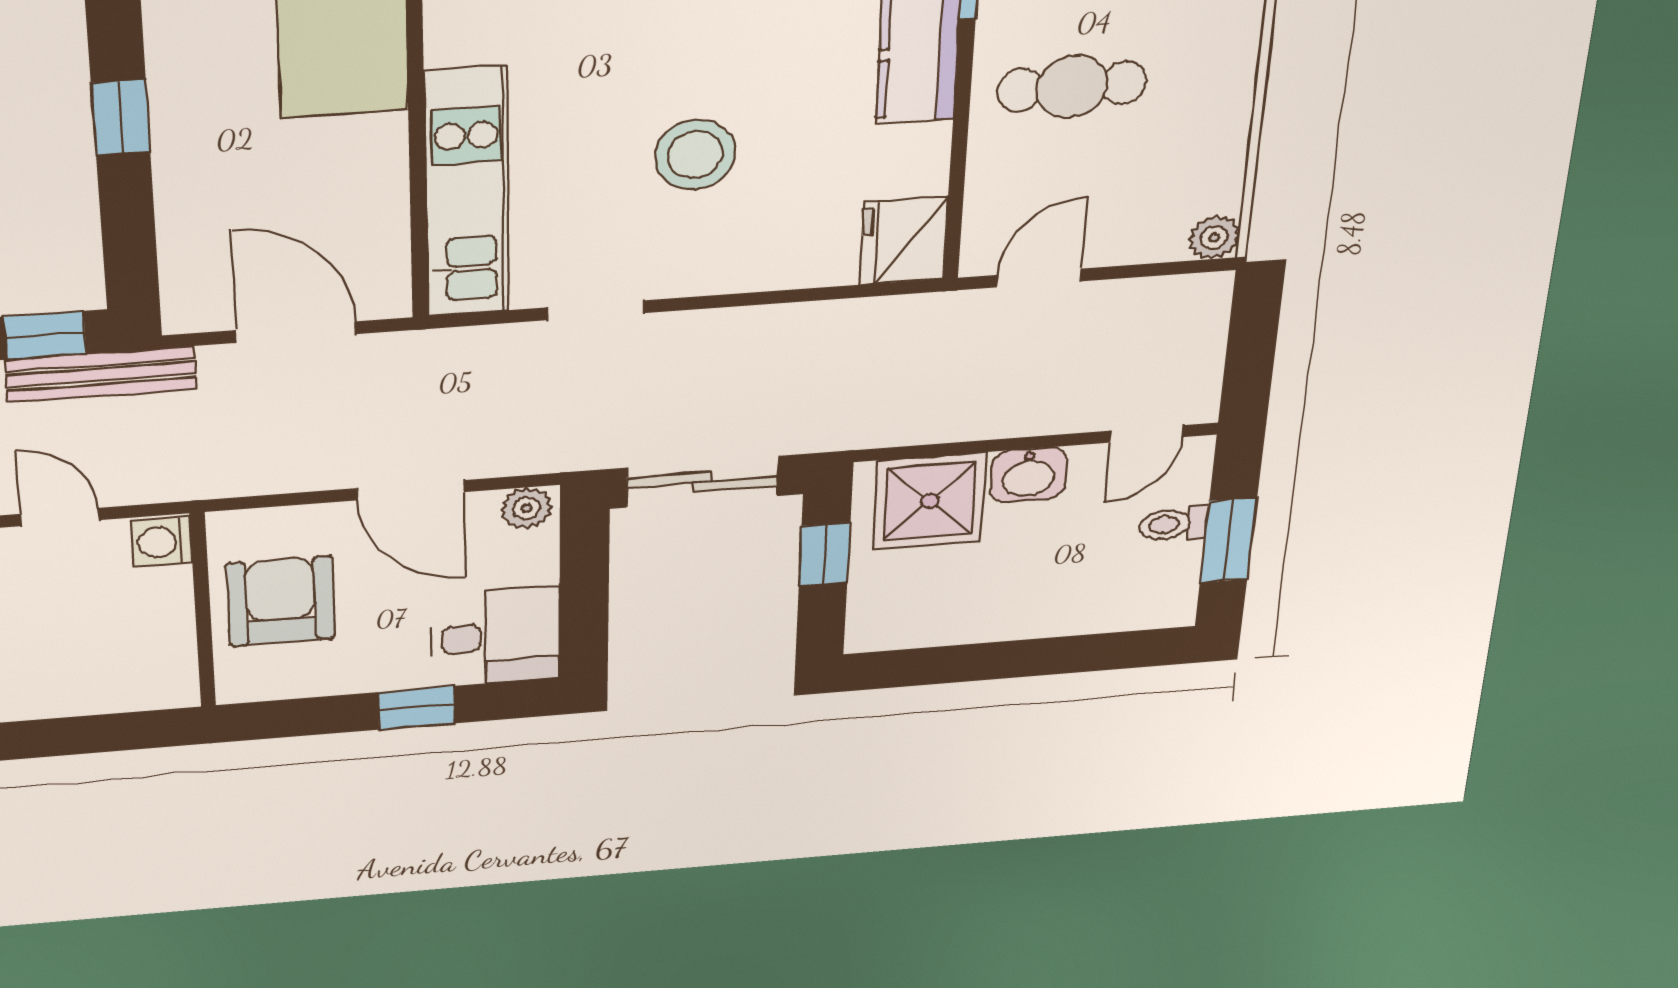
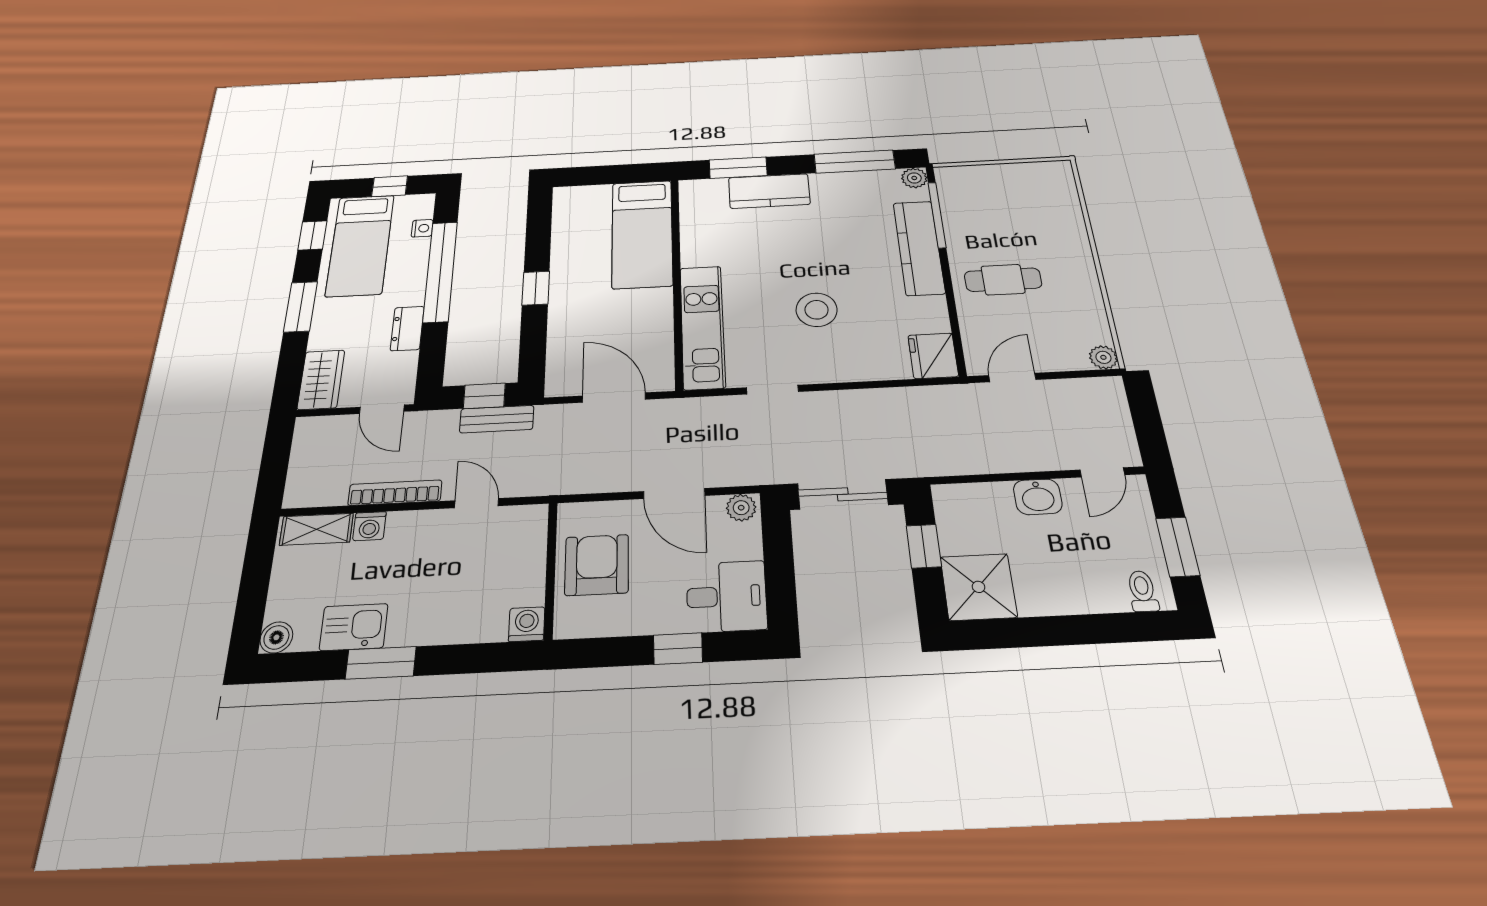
bench: (101, 375) -> (497, 419), width x0.73
shower: (930, 501) -> (978, 587), moved
toilet: (1173, 524) -> (1142, 591), moved, turned 90
washing machine: (162, 542) -> (527, 624), moved, turned 90

